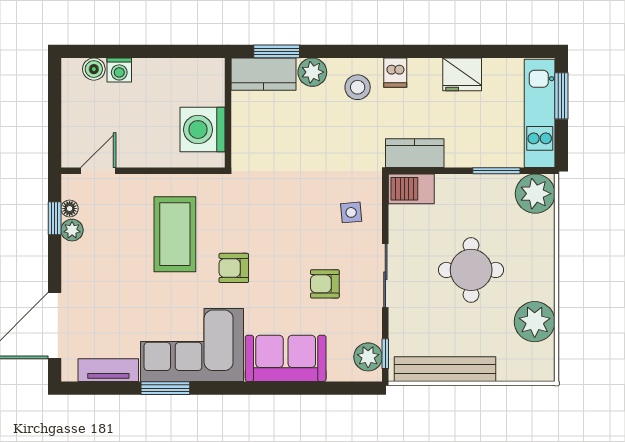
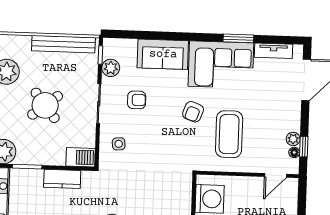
kitchen counter: (415, 153) -> (62, 179), moved
armchair: (234, 268) -> (193, 112), turned 110
round table: (471, 270) -> (45, 105), turned -38
plant: (368, 357) -> (111, 68), moved

